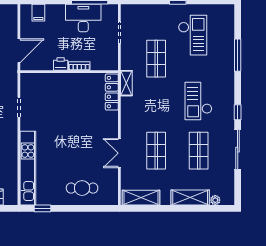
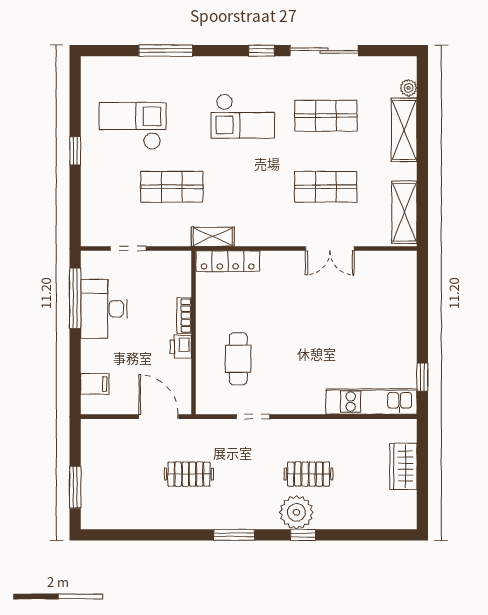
kitchen unit: (28, 168) -> (371, 402), width x0.73
cafe table: (82, 188) -> (238, 359), moved

